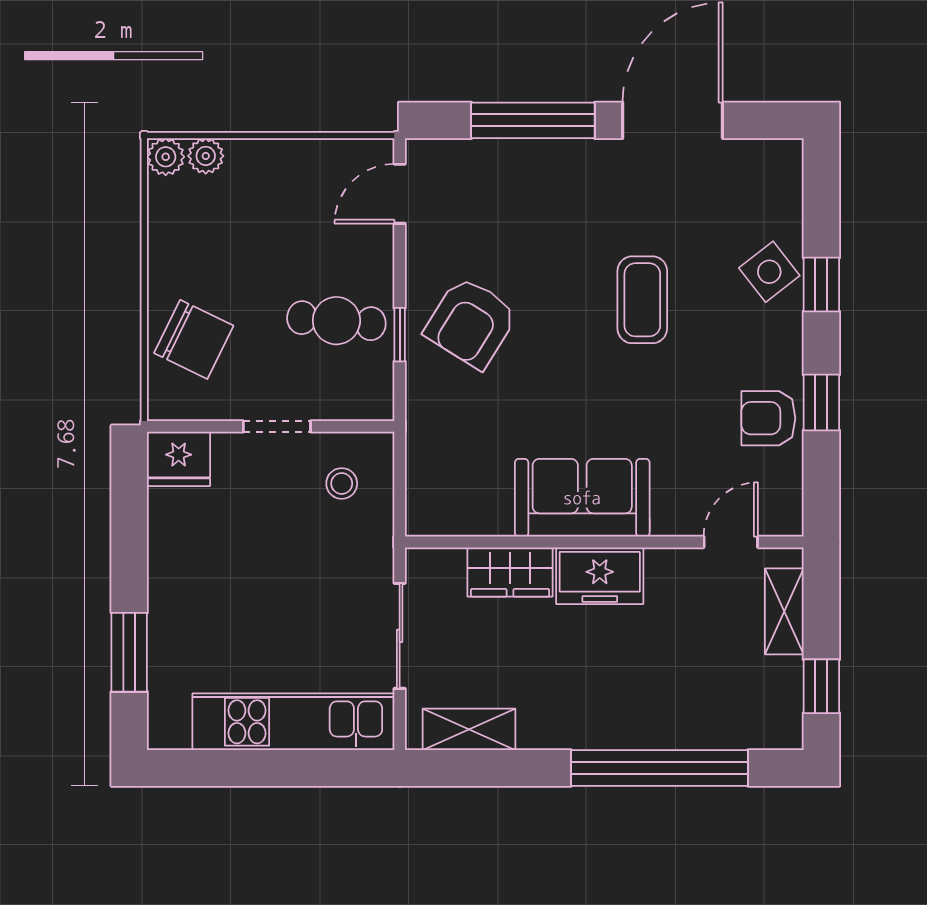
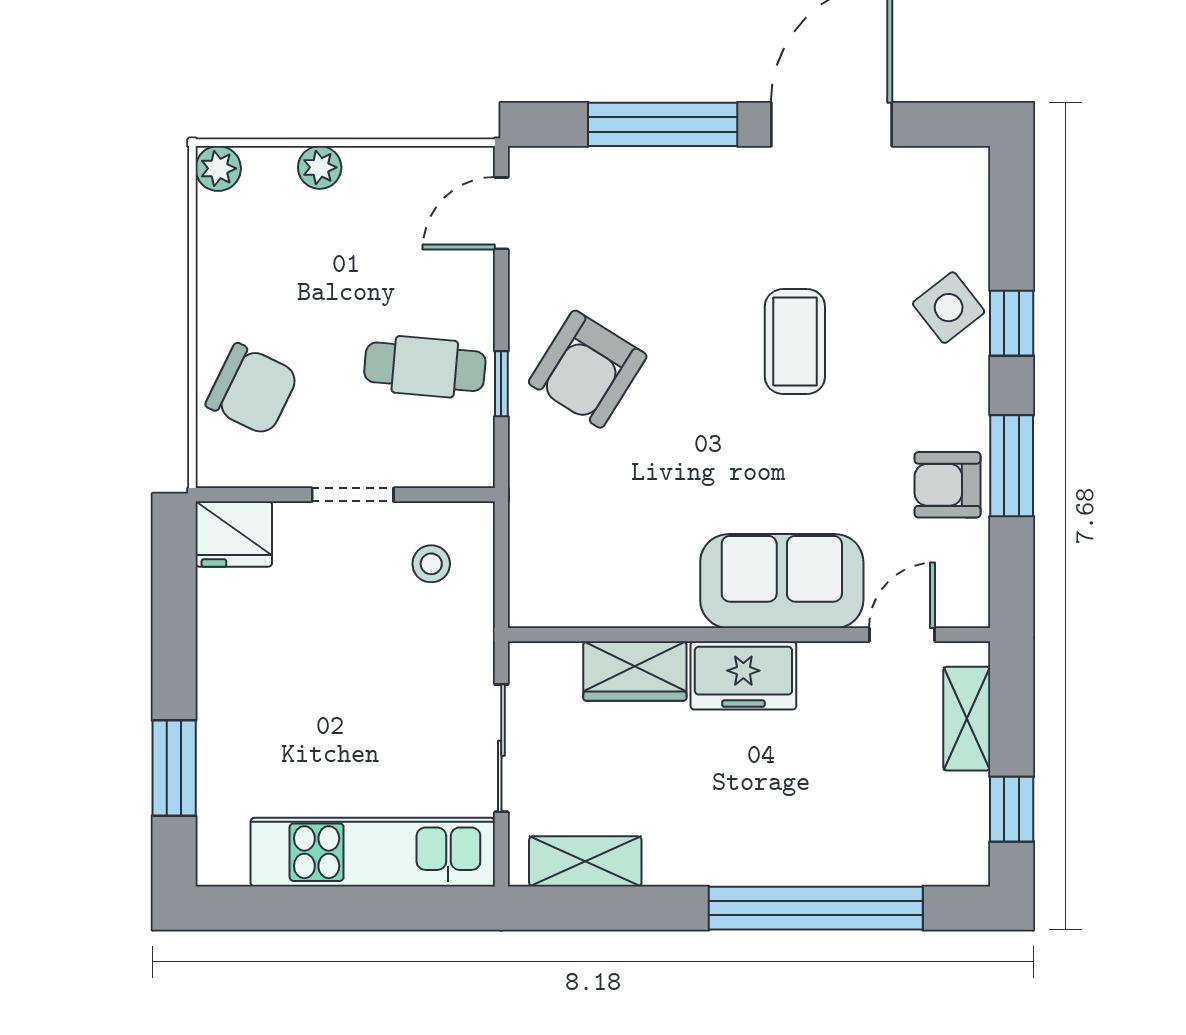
plant: (206, 156) -> (320, 167), moved
window: (821, 402) -> (1012, 466), width x1.50
sofa: (582, 498) -> (782, 581), moved

